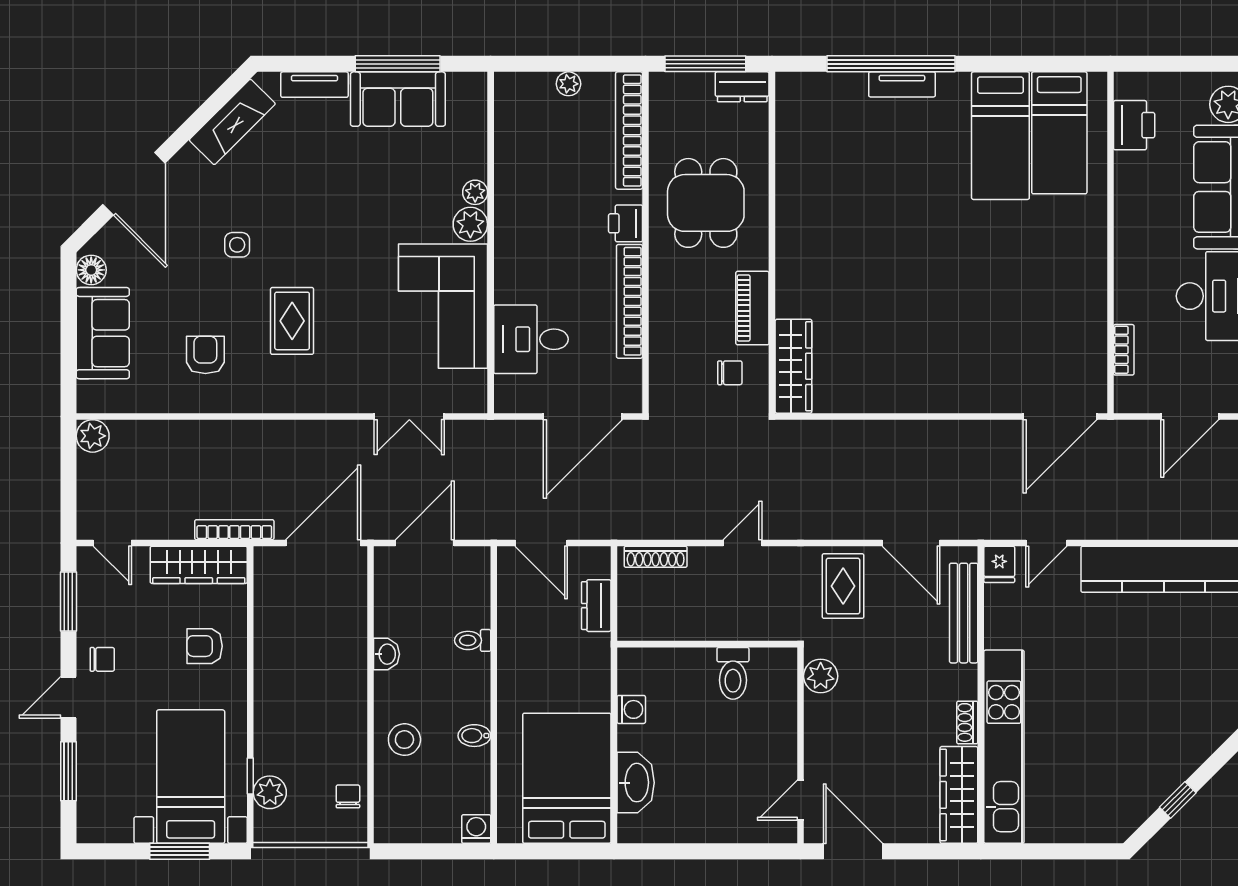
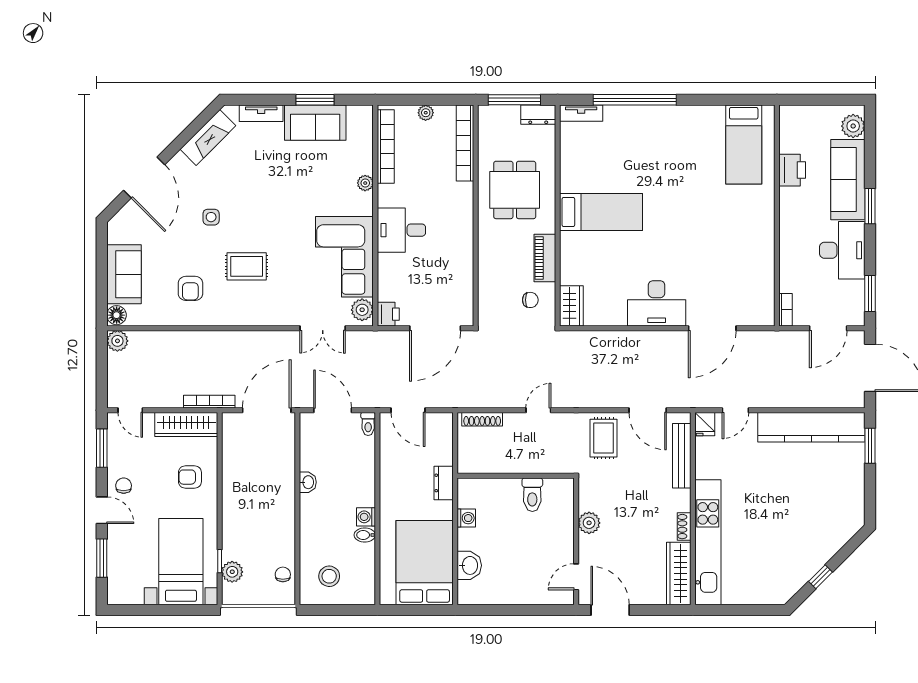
window: (398, 64) -> (315, 100), width x0.69
tv unit: (902, 84) -> (581, 113), moved
printer: (1134, 125) -> (792, 170), moved
bed: (1000, 136) -> (601, 212), moved, turned -90
printer: (626, 223) -> (388, 314), moved, turned 180
plant: (470, 224) -> (362, 310), moved
floor lamp: (91, 270) -> (117, 315), moved
bookcase: (629, 301) -> (386, 147), moved, turned 180
rug: (292, 321) -> (247, 266), turned 90
desk: (531, 339) -> (401, 230), moved
bookcase: (1124, 350) -> (785, 310), moved
armchair: (205, 355) -> (190, 288), turned 180
wardrobe: (793, 366) -> (571, 306), width x0.67
desk: (925, 378) -> (657, 303), added
door: (1060, 416) -> (712, 328), moved
door: (425, 543) -> (333, 410), hinge flipped
dresser: (596, 606) -> (444, 483), moved
toilet: (473, 640) -> (368, 424), moved, turned -90
chair: (102, 659) -> (124, 486), turned -90
plant: (821, 676) -> (589, 523), moved
door: (68, 697) -> (102, 510), swing flipped
stool: (404, 740) -> (329, 576), moved
washbasin: (636, 783) -> (469, 565), width x0.72
washing machine: (476, 829) -> (366, 517), moved, turned -90
window: (180, 851) -> (174, 610), removed

